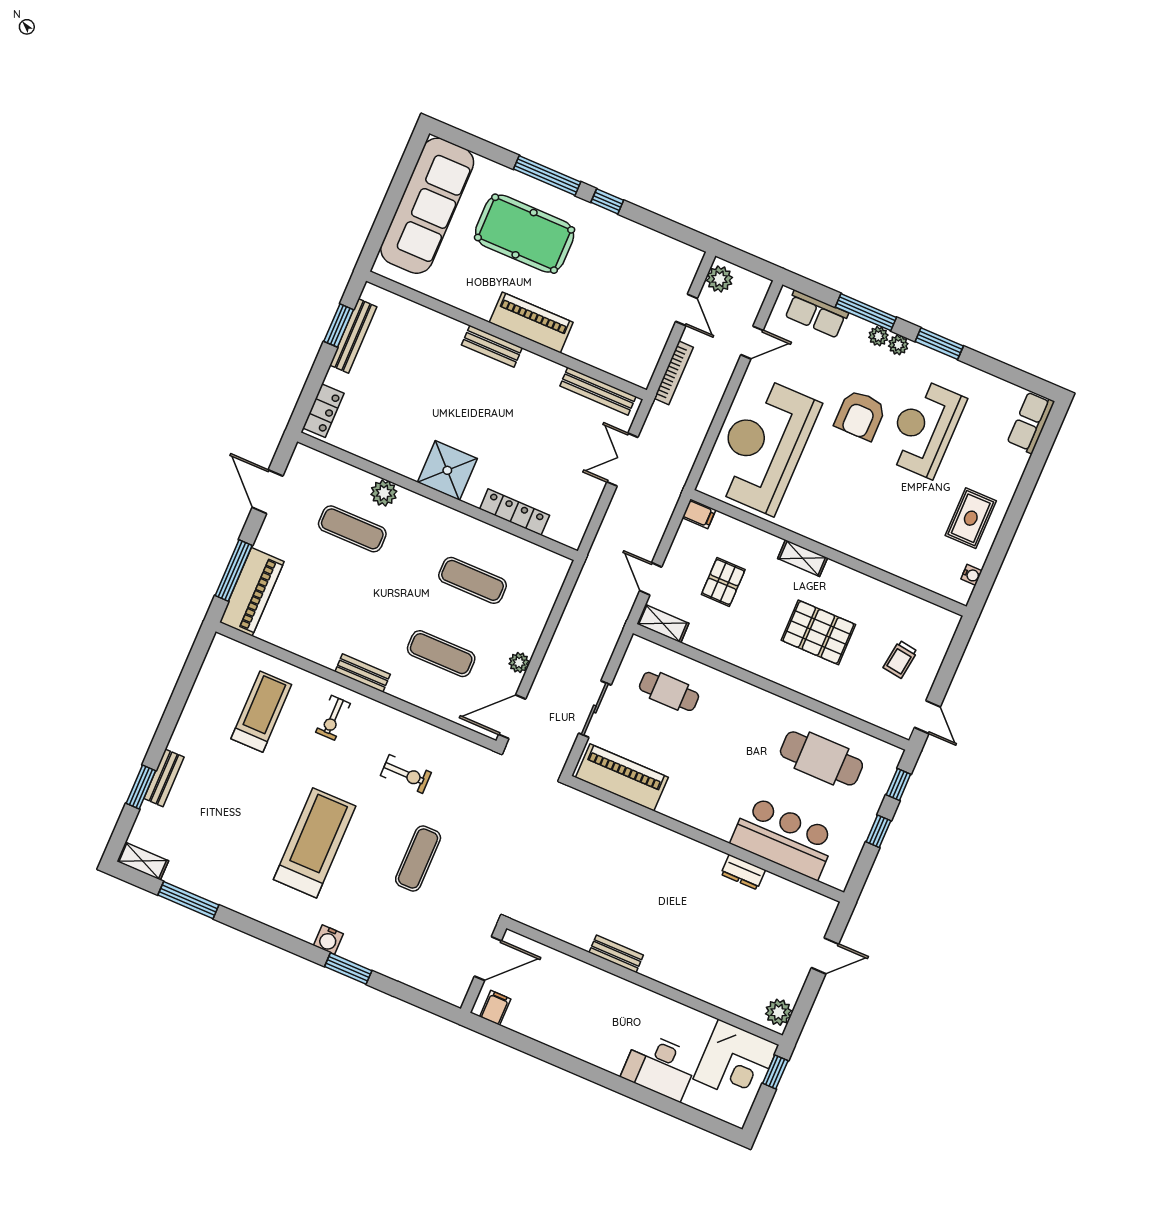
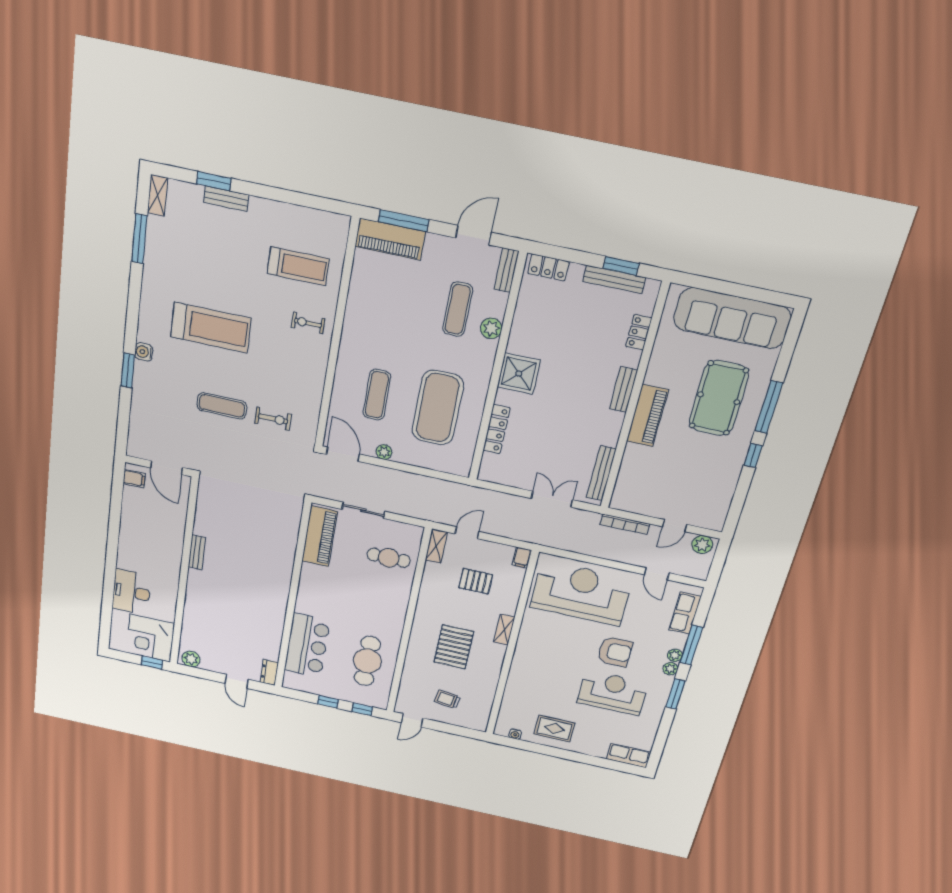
locker: (423, 317) -> (639, 332), added
armchair: (860, 415) -> (615, 652), turned 180
exercise mat: (473, 580) -> (438, 408), width x2.00, depth x1.45
bench: (363, 673) -> (507, 270), moved
cafe table: (669, 691) -> (389, 558), turned 90
exercise bike: (406, 774) -> (273, 419), moved, turned -90
dresser: (743, 872) -> (269, 672), moved

